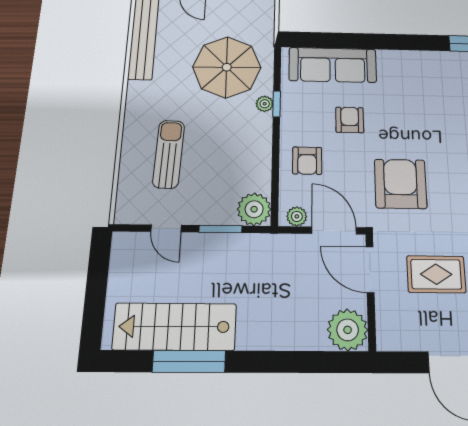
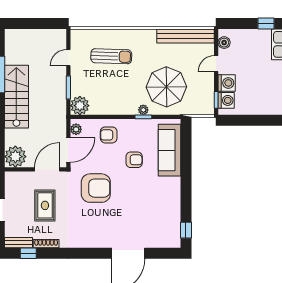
stairs: (175, 327) -> (16, 97), moved

